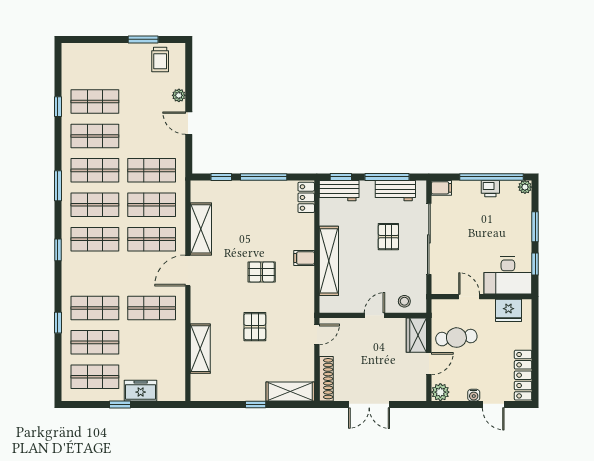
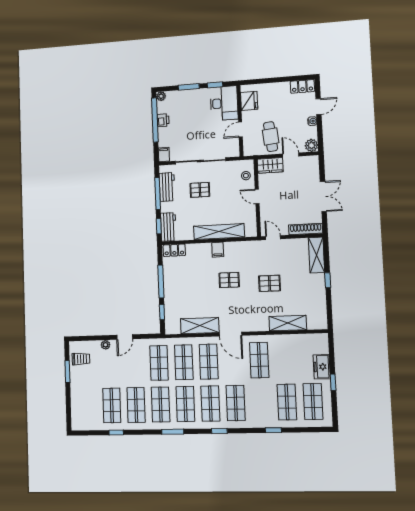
pallet: (262, 272) -> (229, 280), turned 90
shop shelf: (95, 308) -> (236, 403), moved
locker: (523, 375) -> (302, 86), width x0.66

